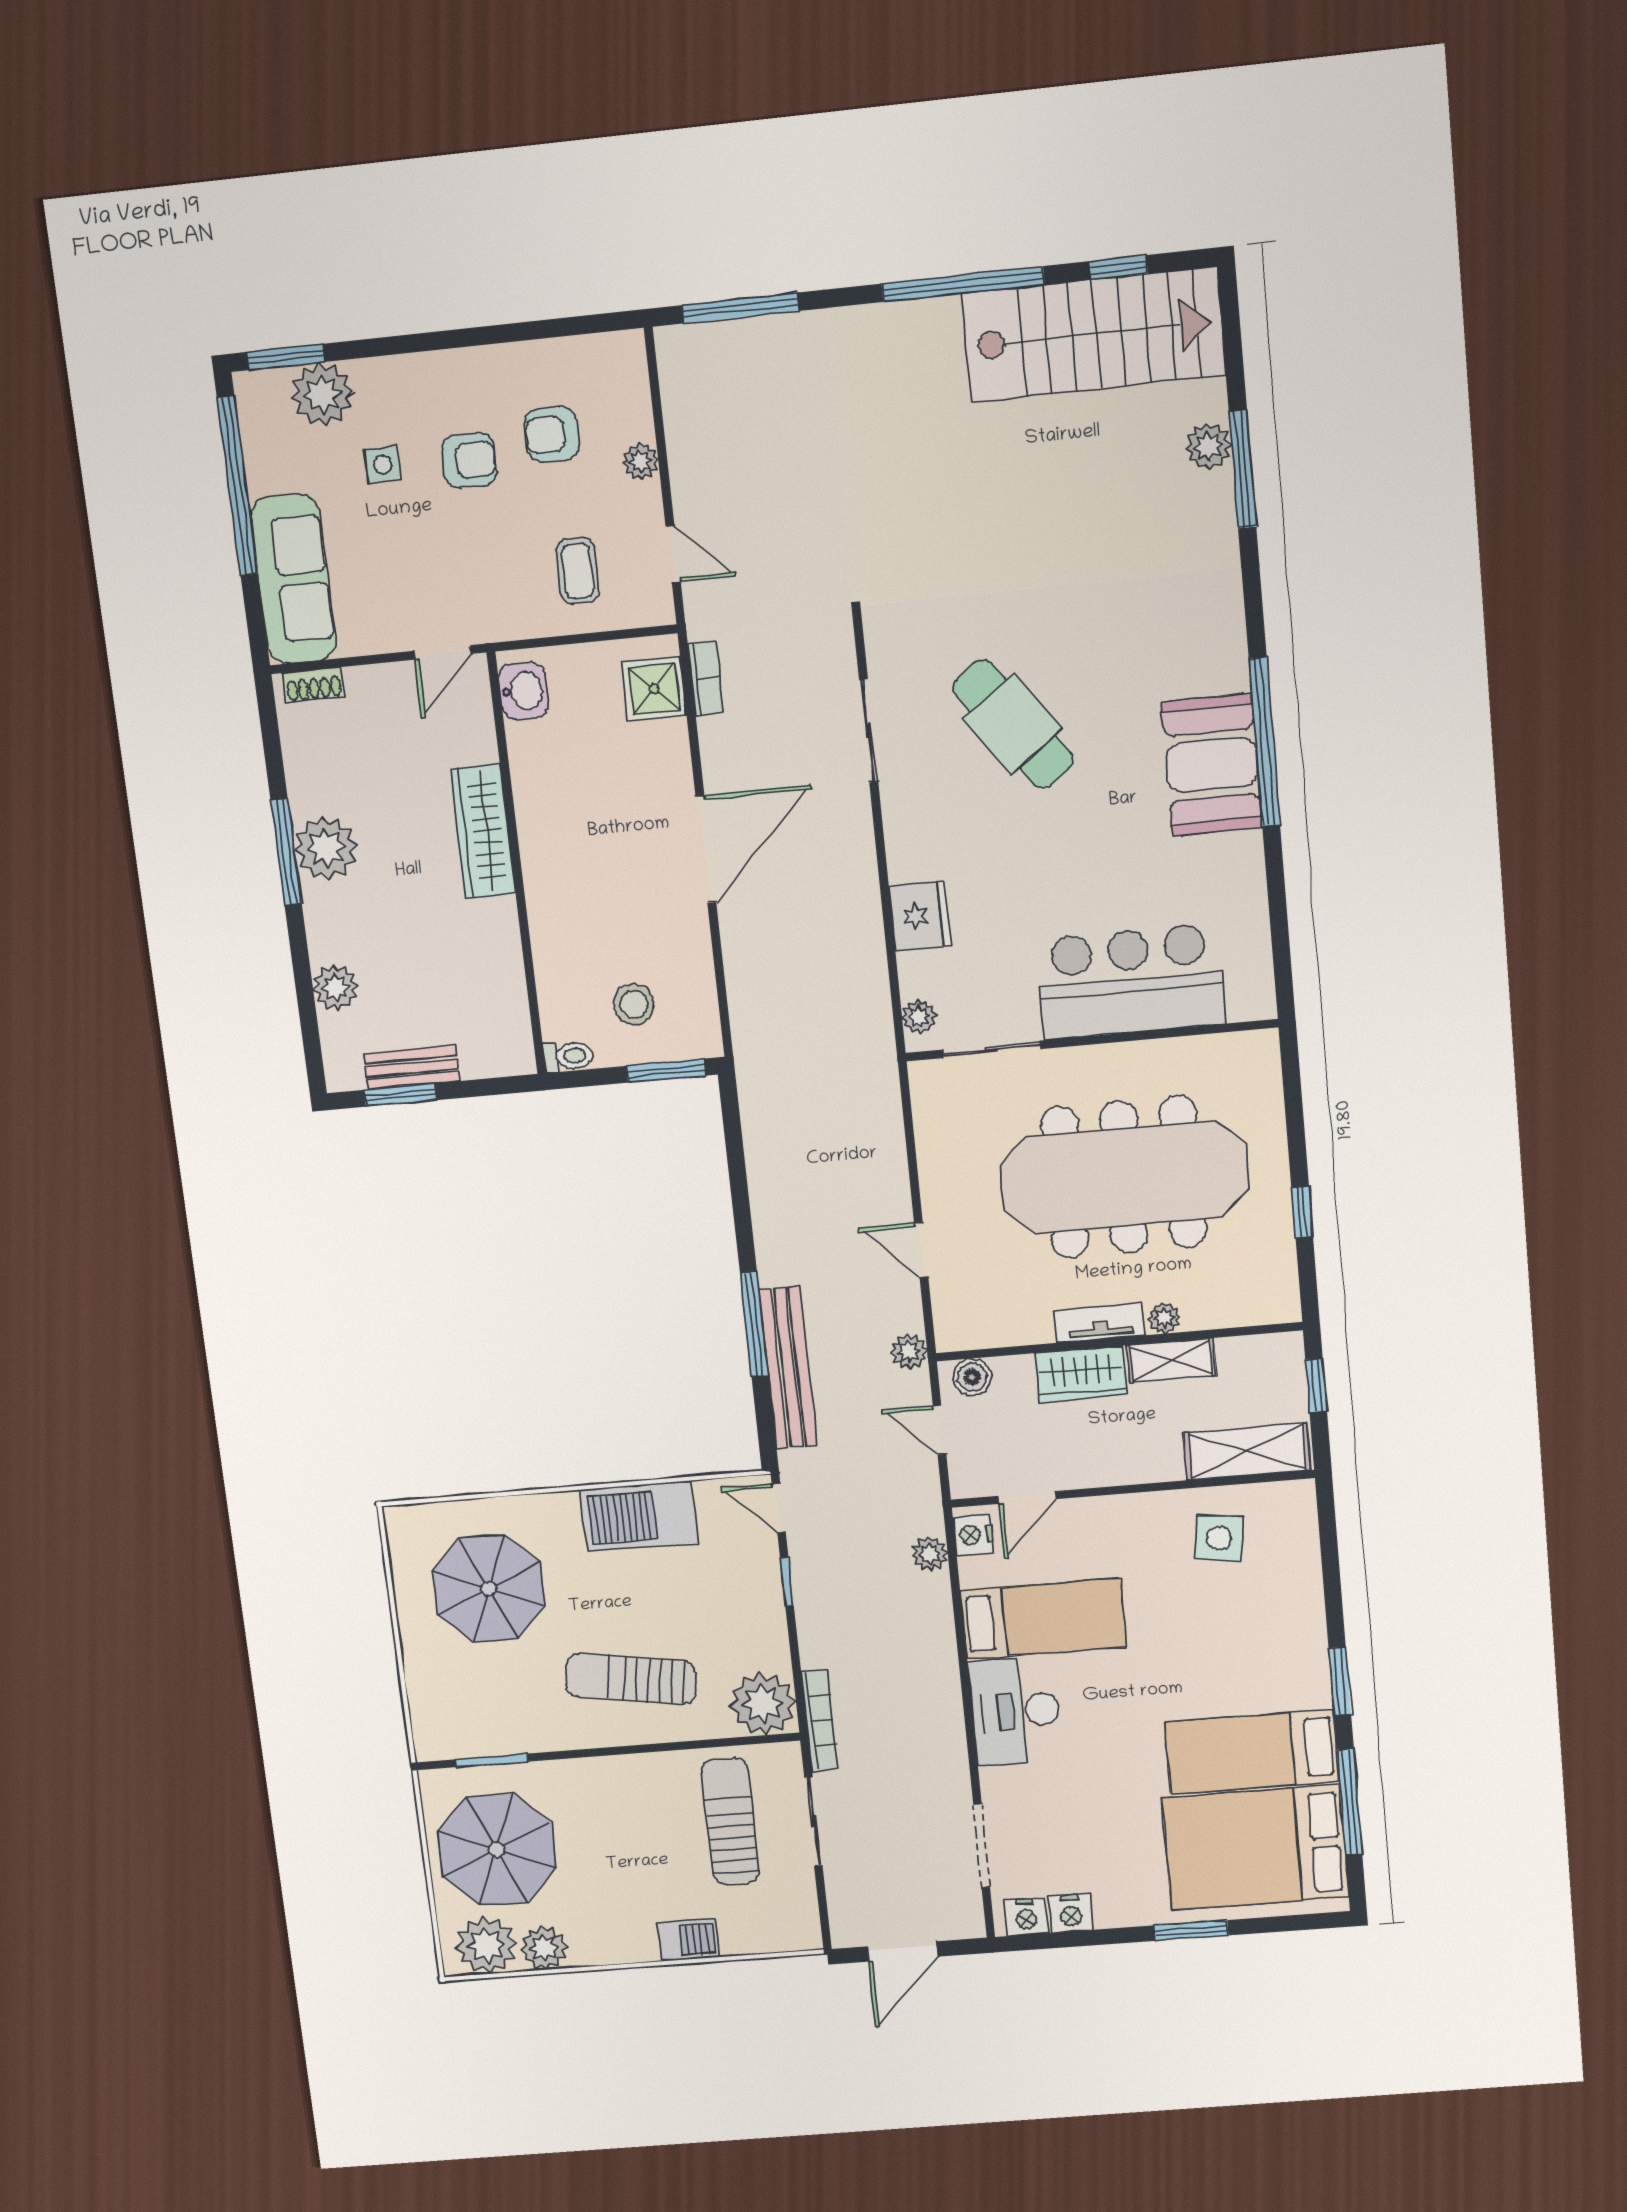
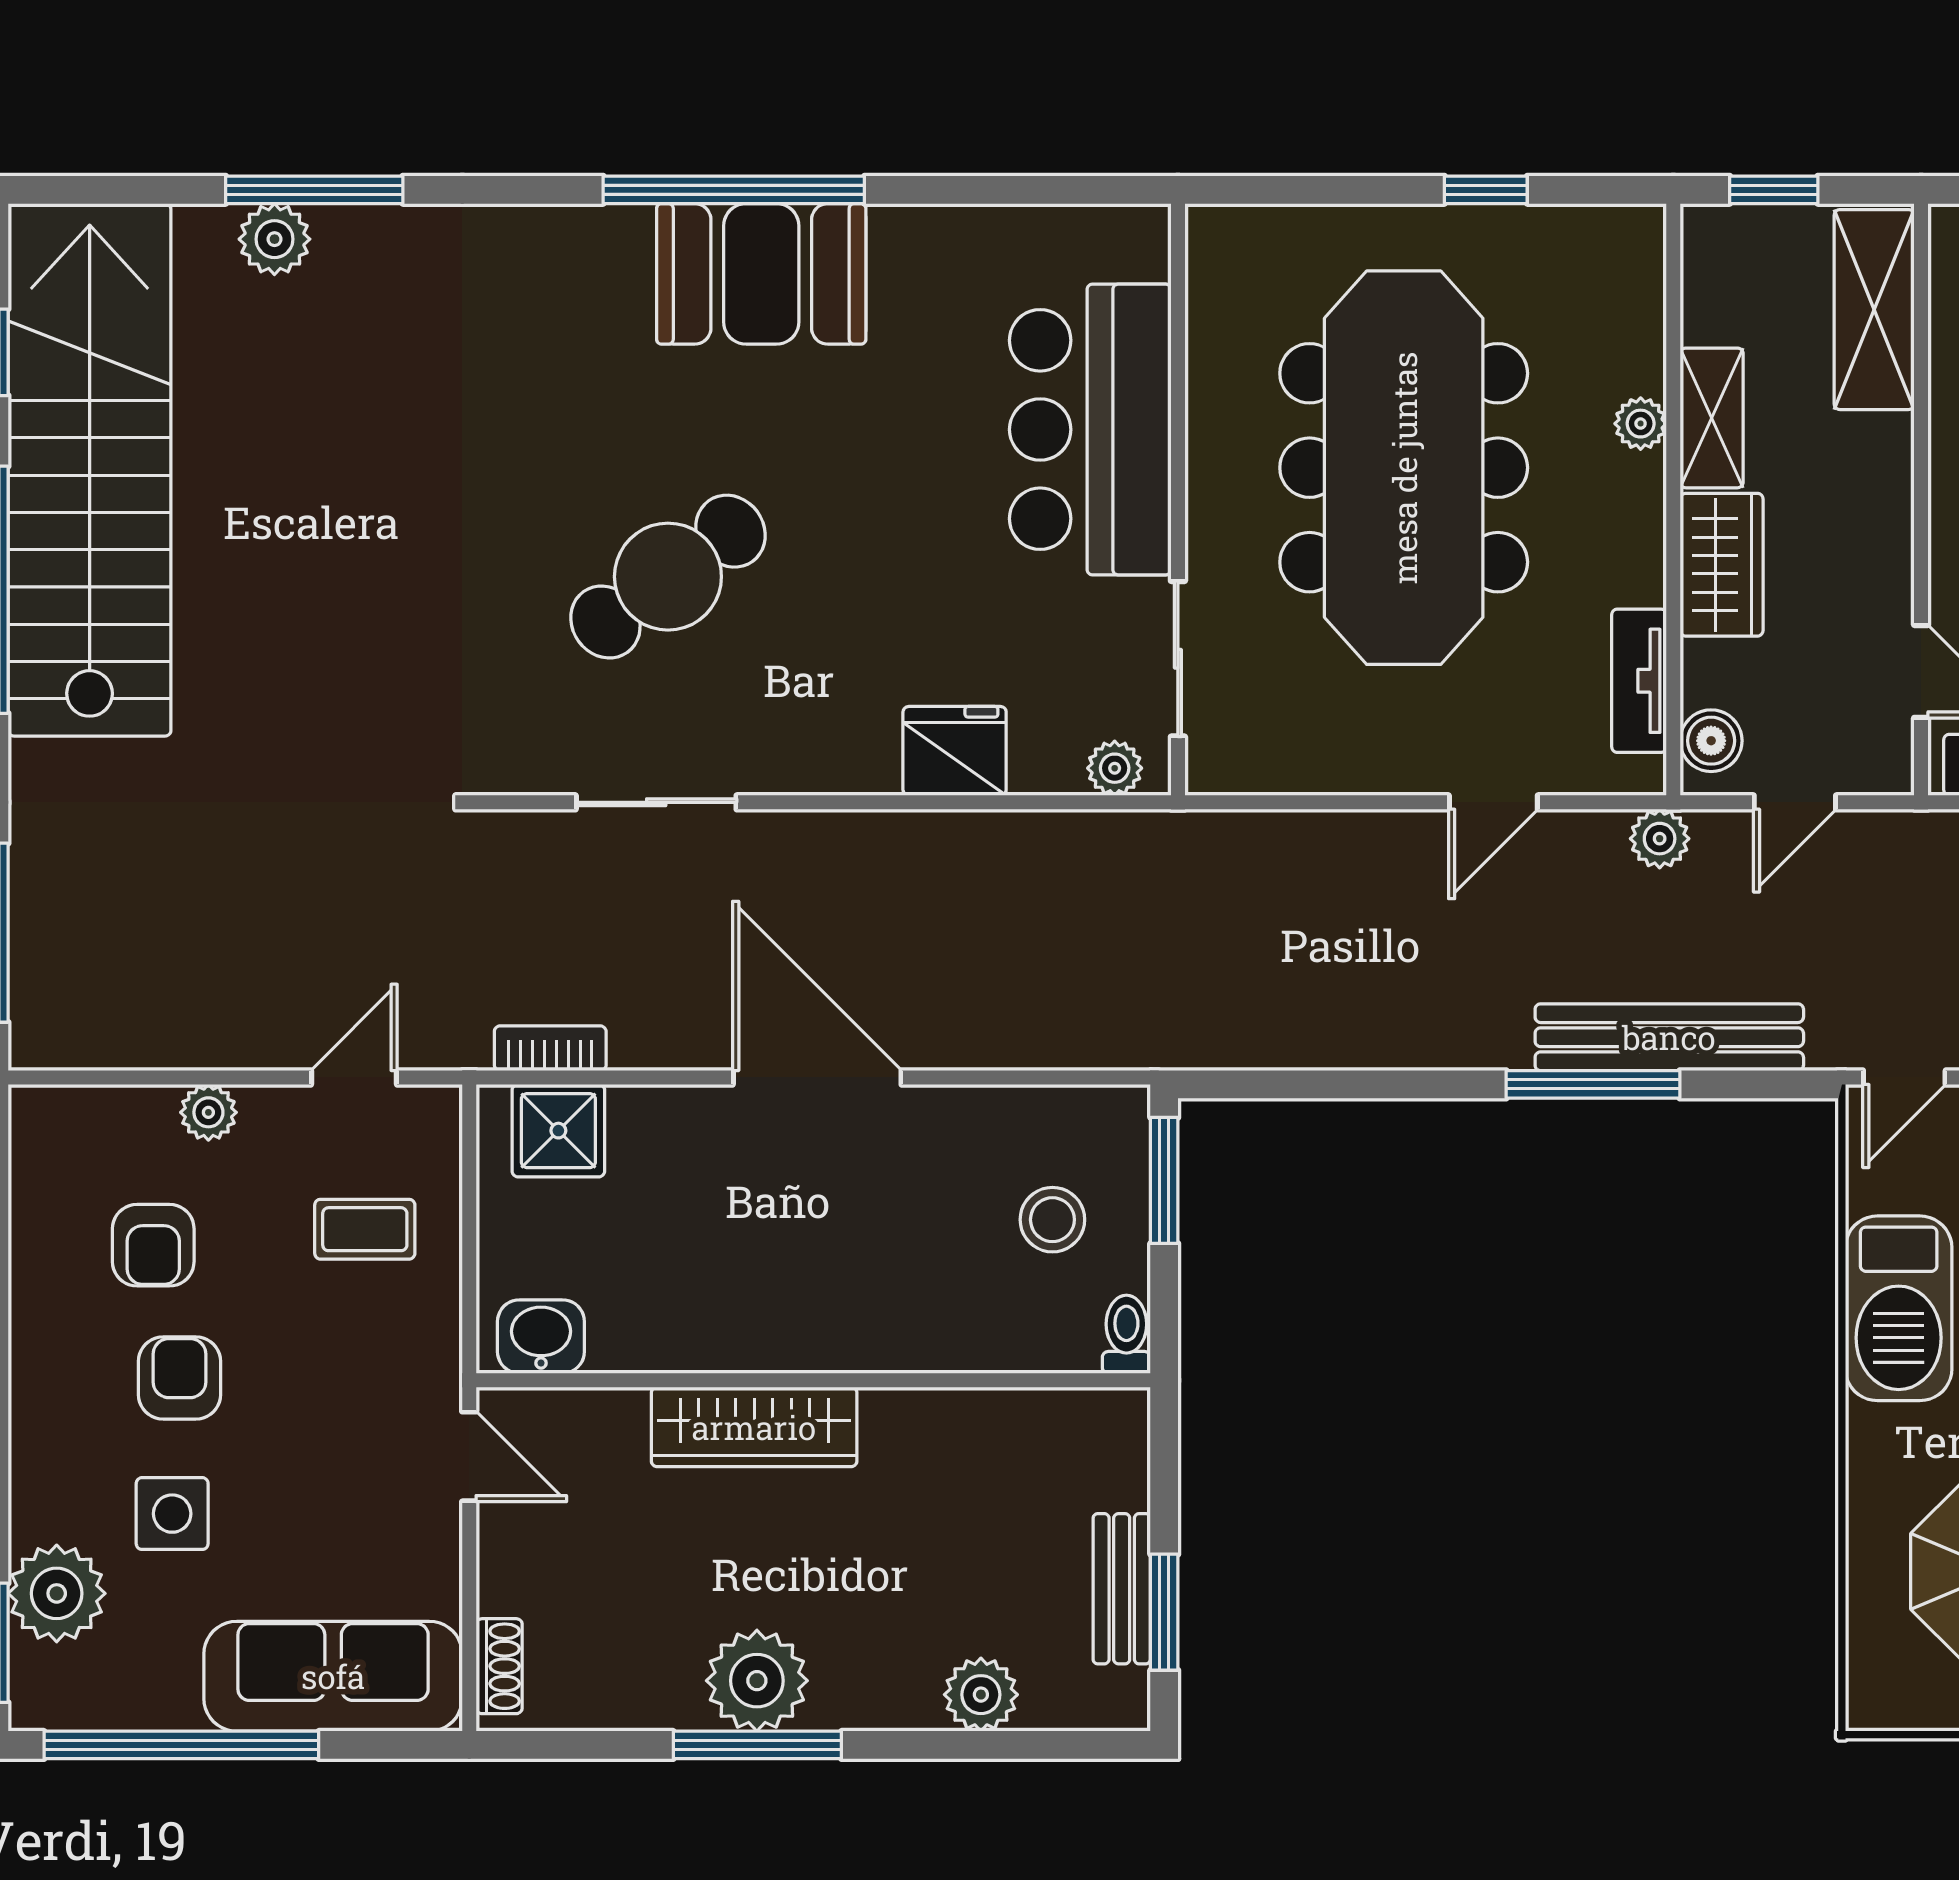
stairs: (1093, 334) -> (90, 470), width x1.36
side table: (383, 465) -> (172, 1514), width x1.37, depth x1.37
tv unit: (1100, 1323) -> (1639, 681), moved

